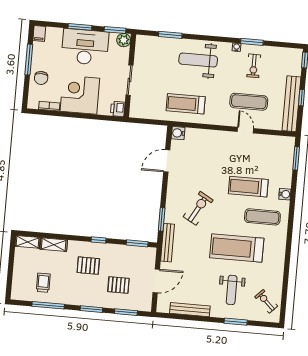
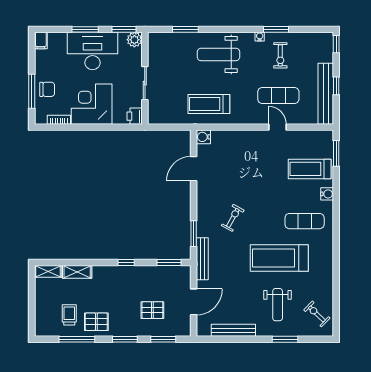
window: (29, 60) -> (32, 91), moved
chair: (41, 78) -> (47, 89), turned -90
treadmill: (248, 187) -> (310, 169), moved
exercise bike: (198, 208) -> (233, 218), width x0.73, depth x0.72
pallet: (88, 266) -> (96, 322), moved

